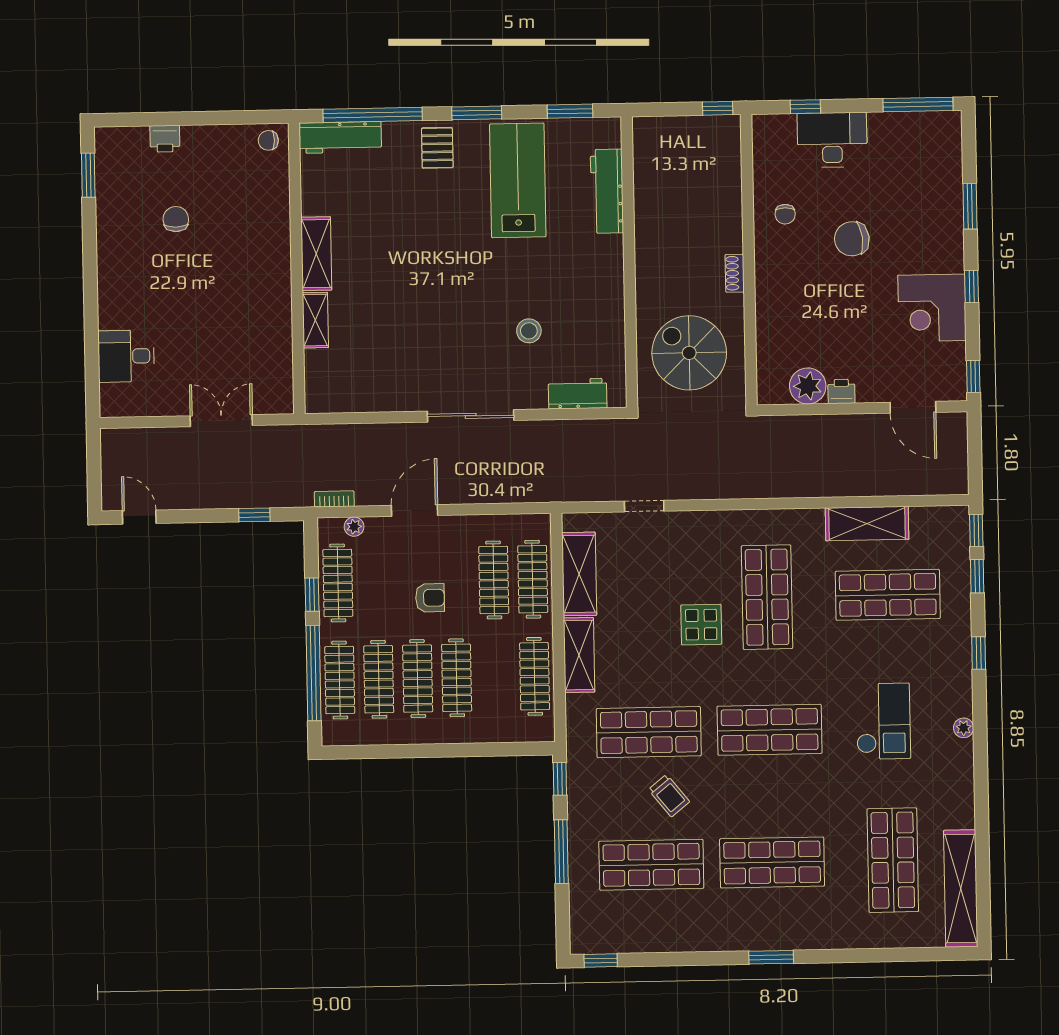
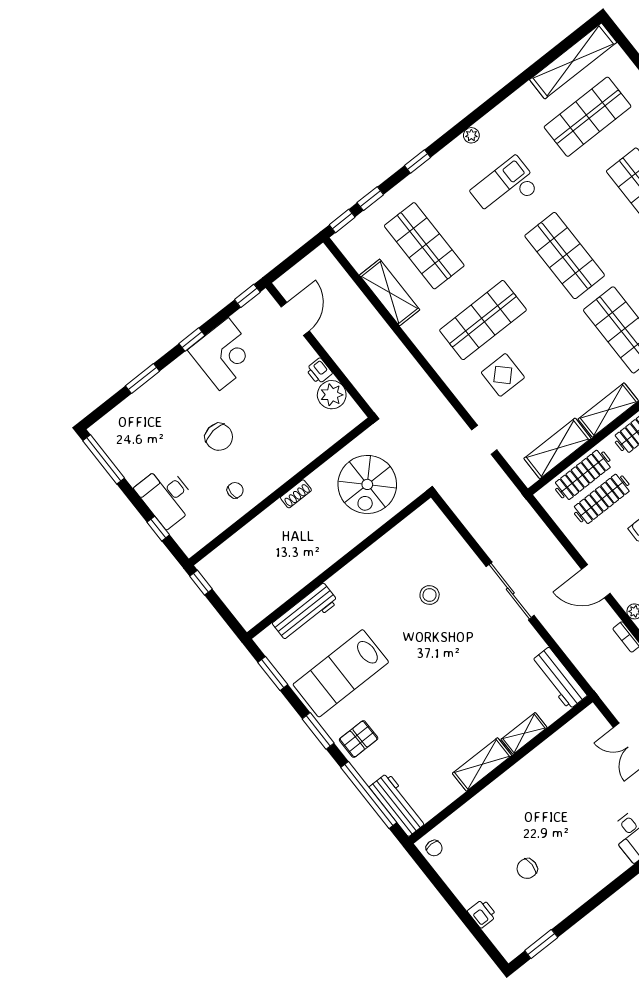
workbench: (578, 394) -> (559, 678), moved, width x1.38
display table: (701, 625) -> (503, 375), moved

